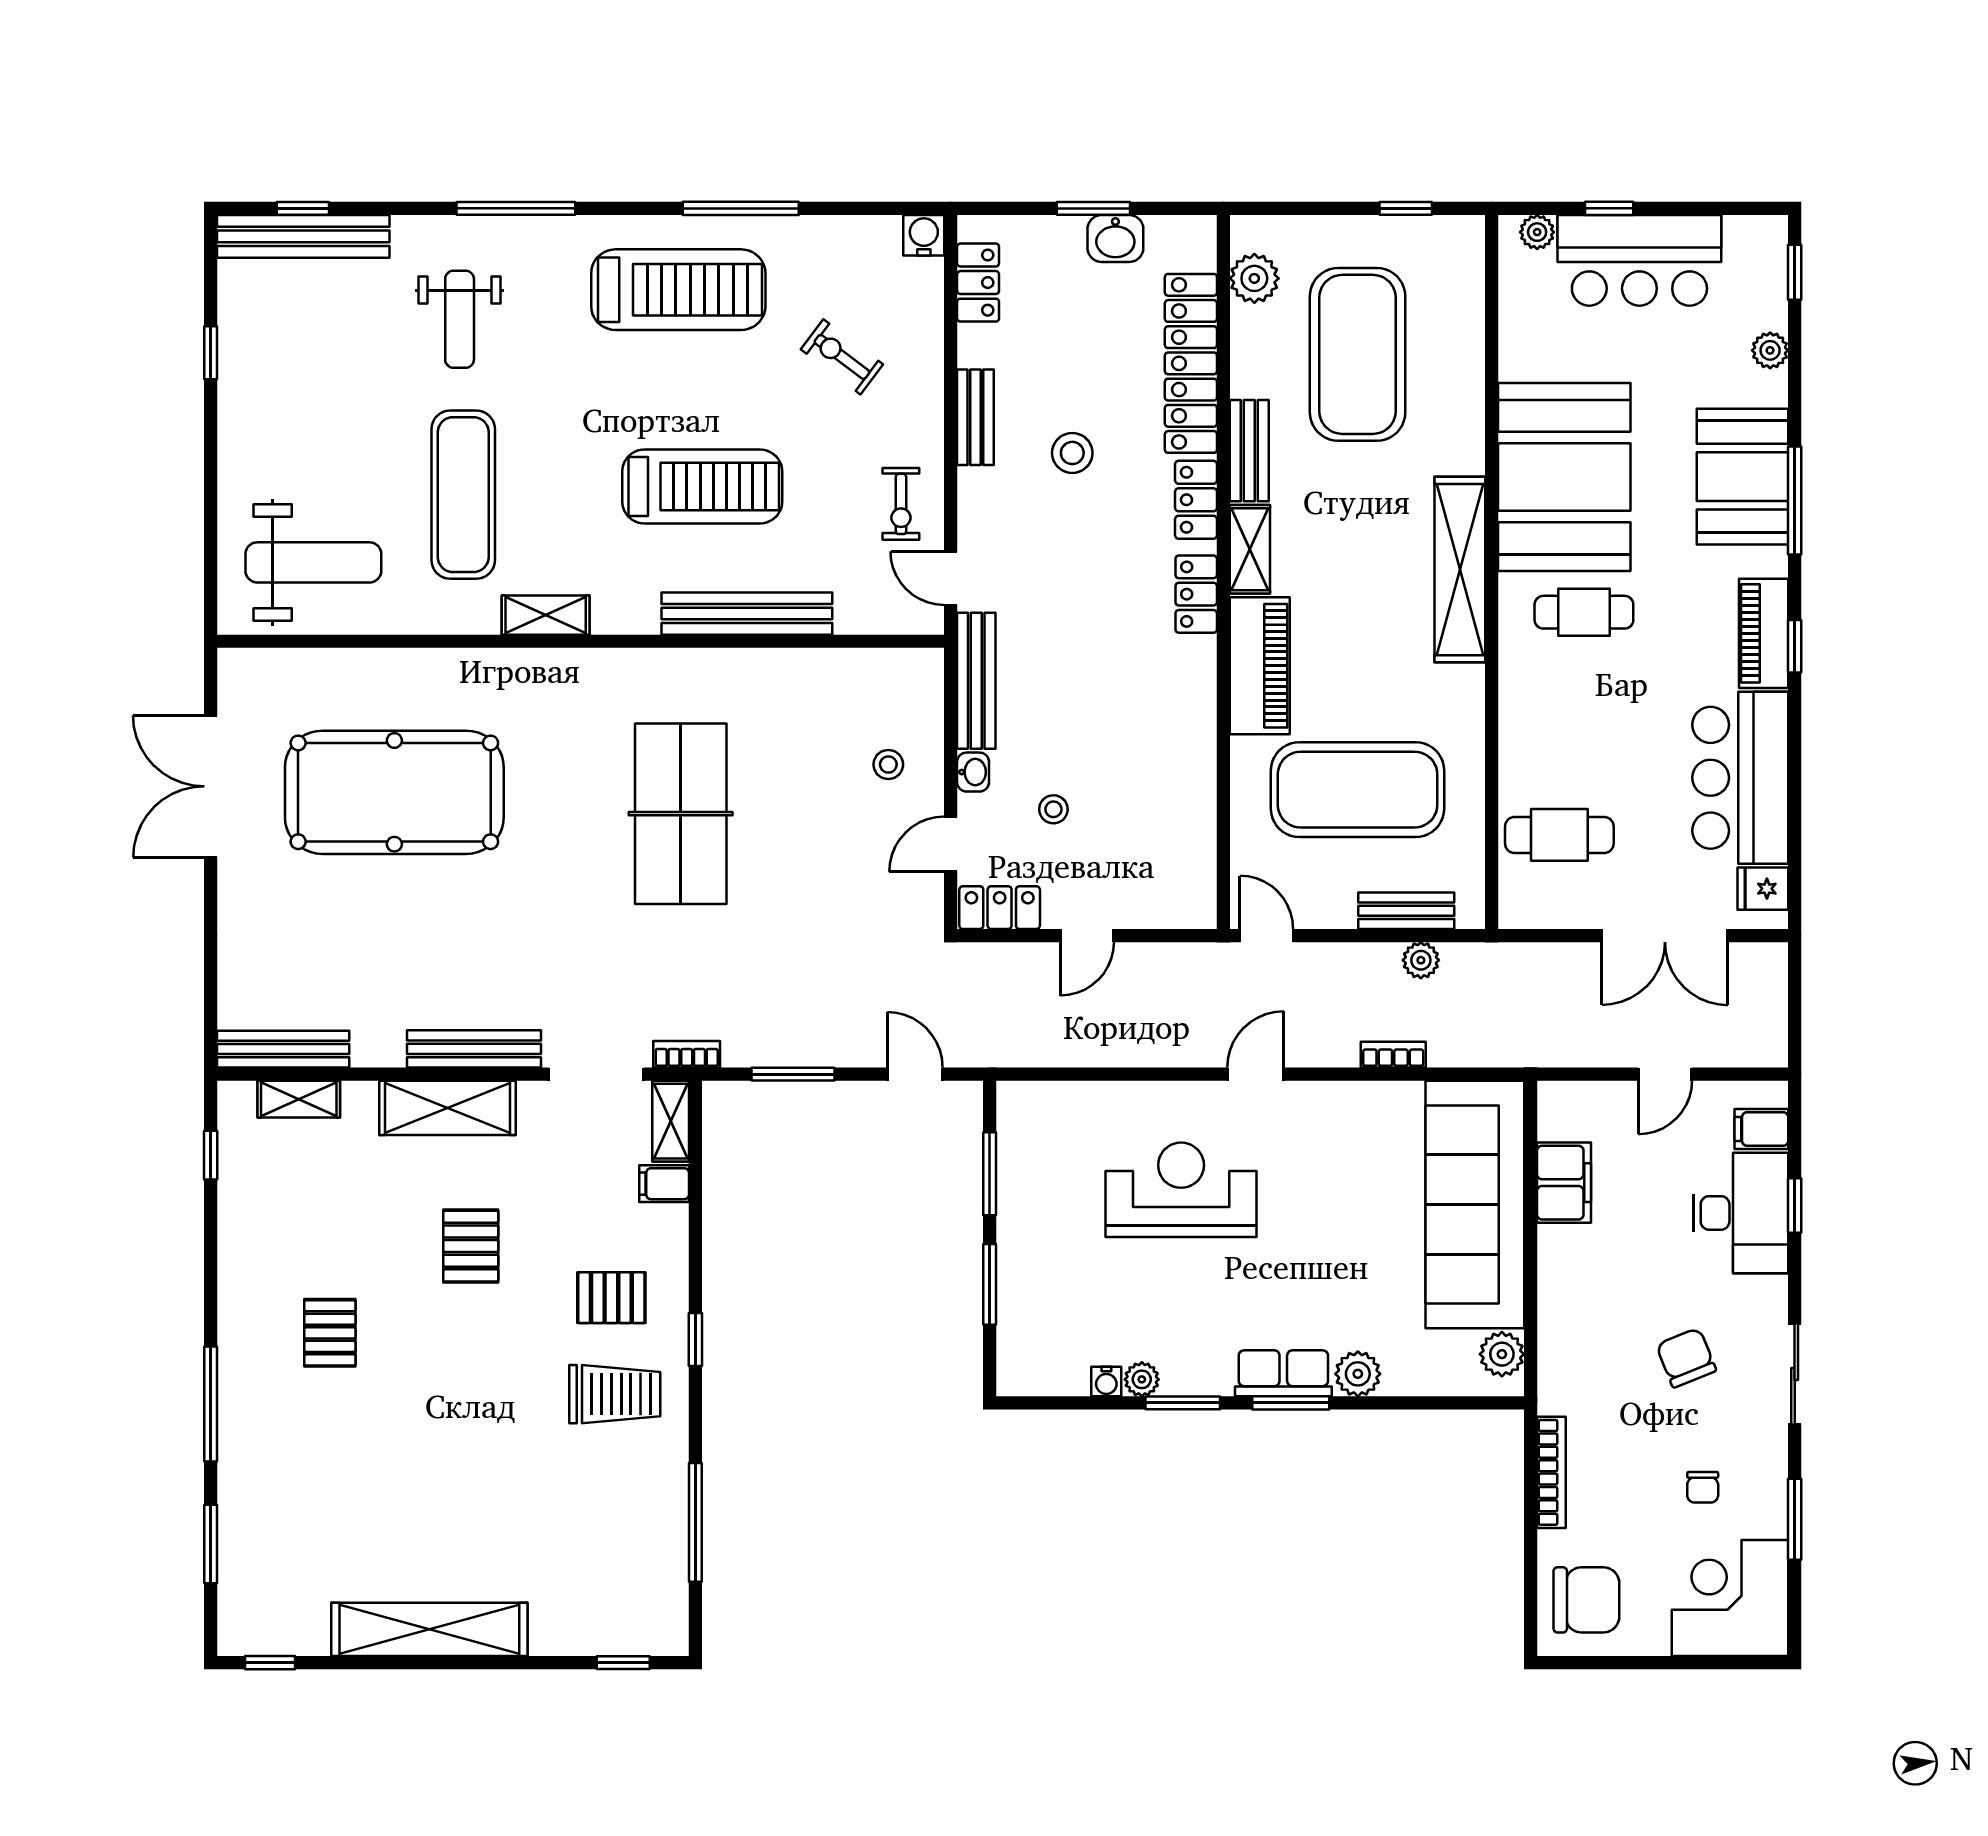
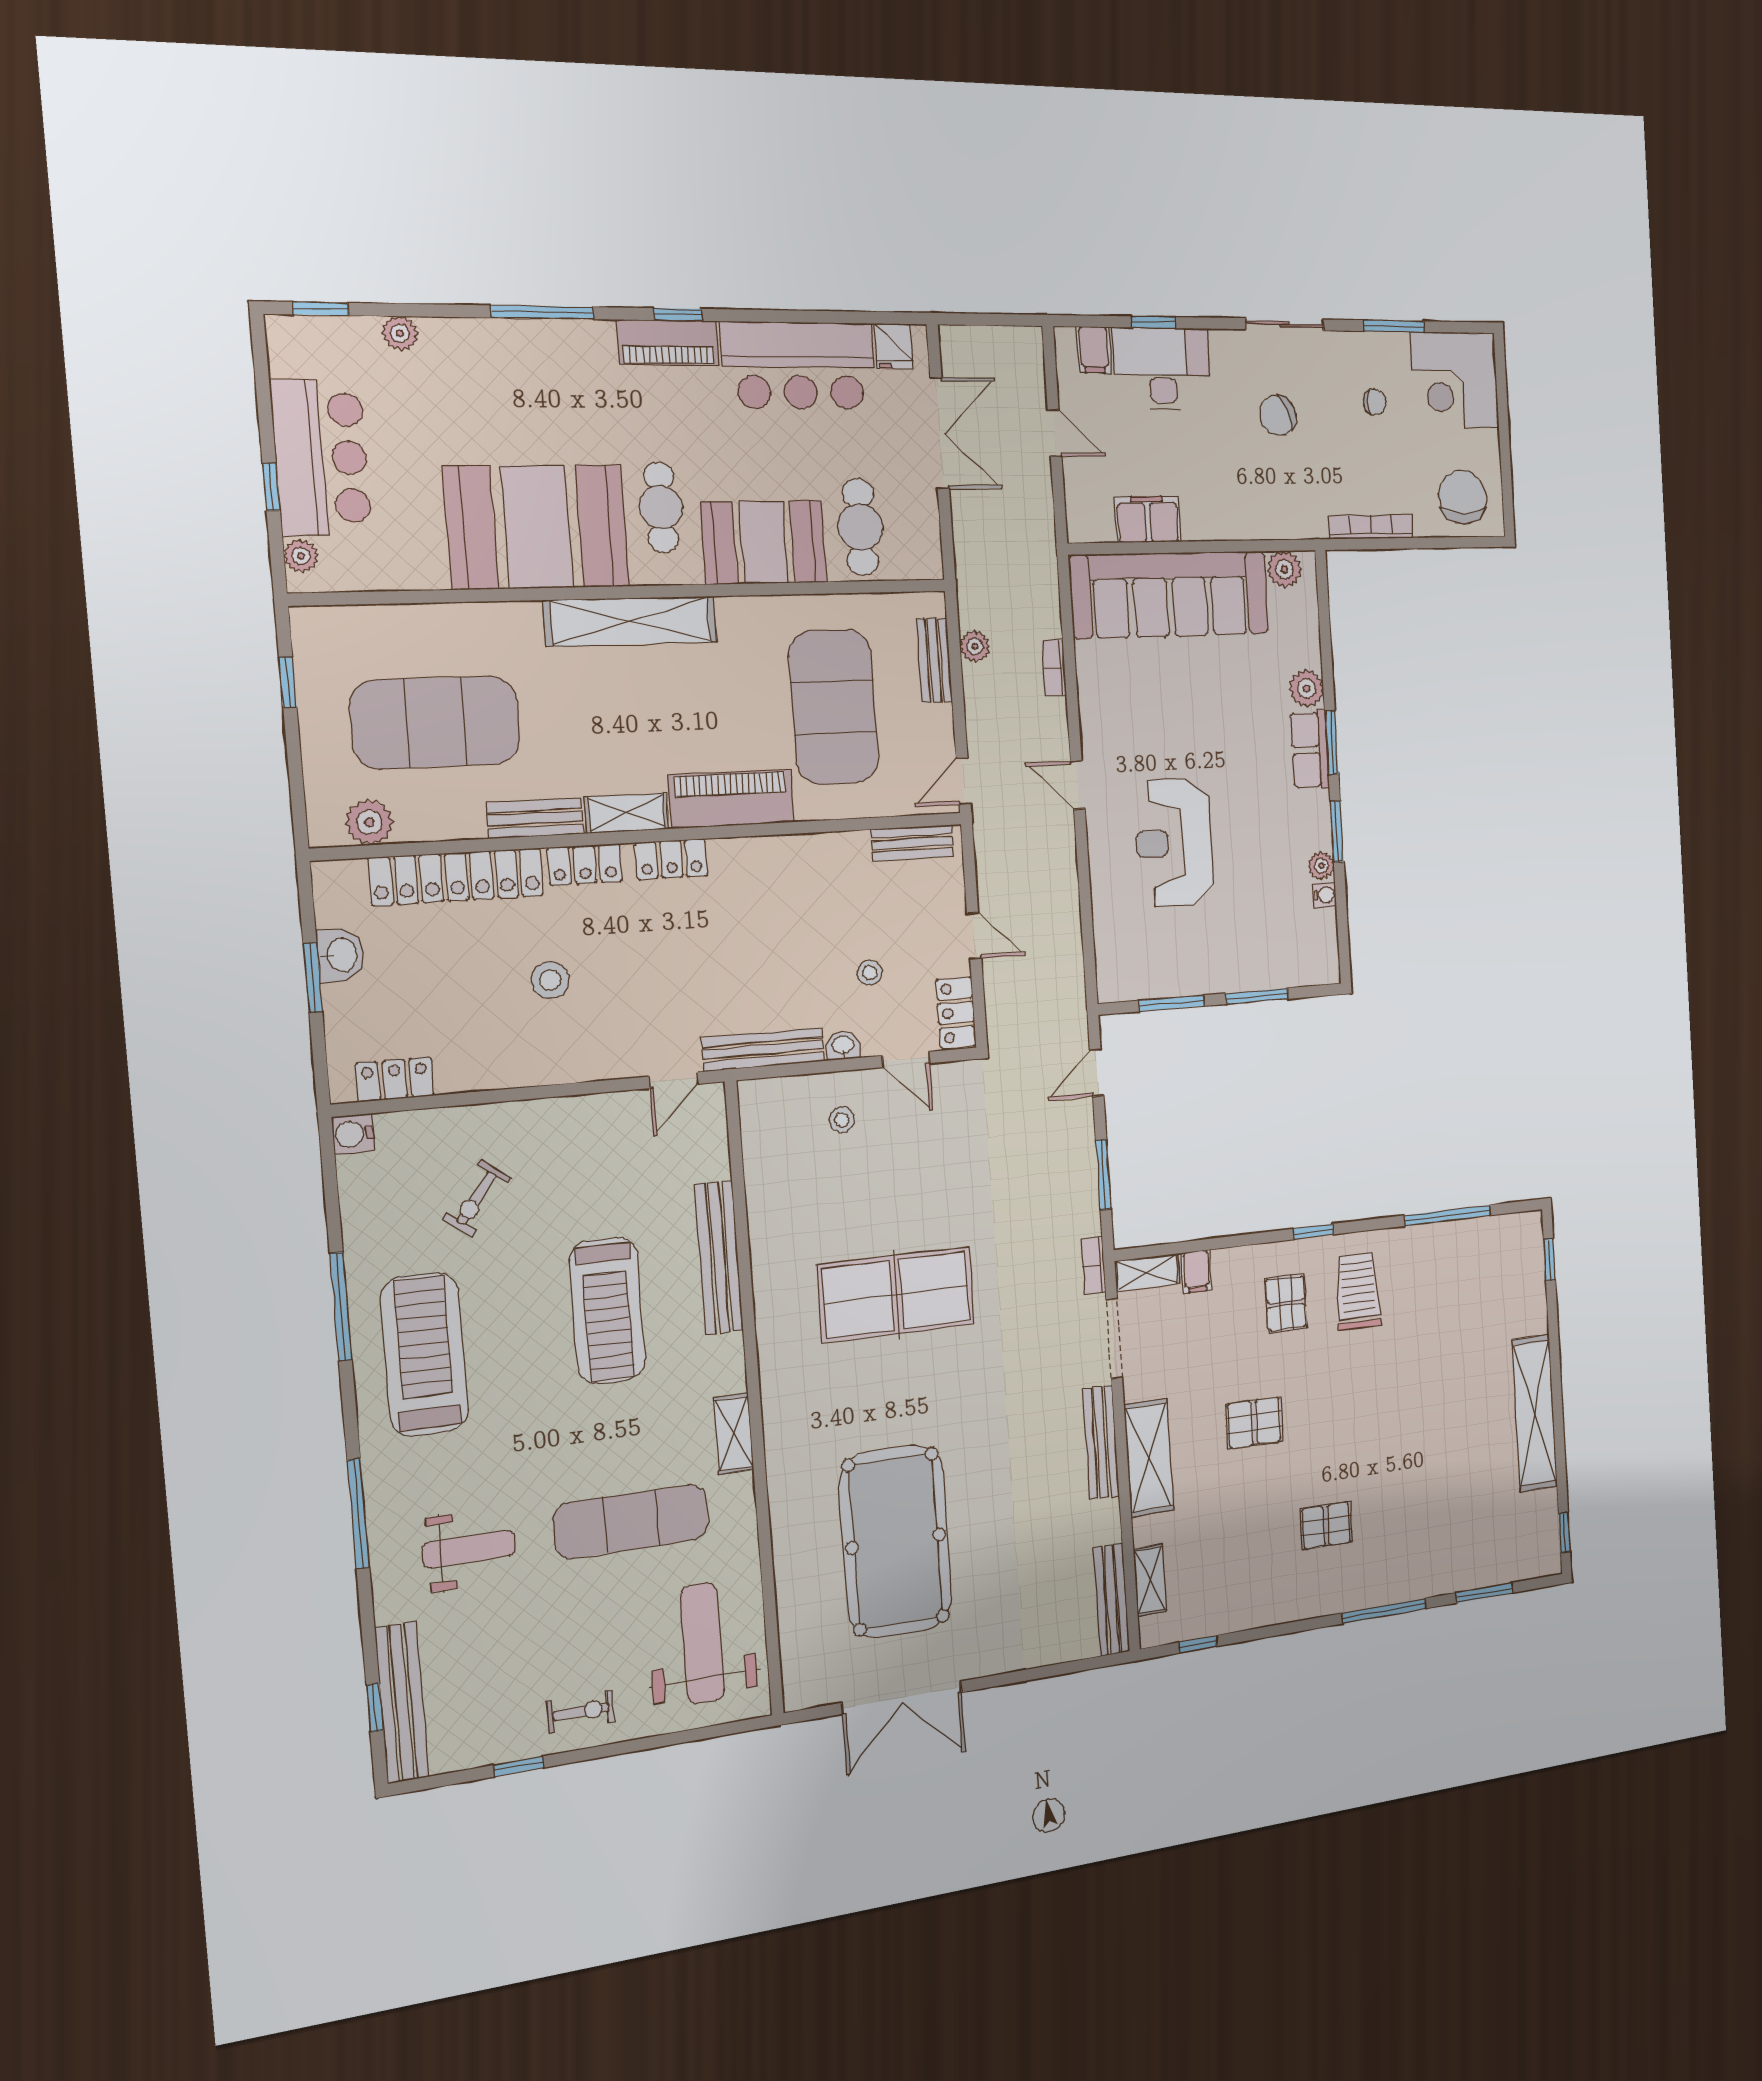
bench: (975, 417) -> (913, 843), moved
booth: (1743, 477) -> (764, 542), moved
treadmill: (702, 487) -> (607, 1311), turned 180
exercise bike: (901, 504) -> (581, 1712), moved

